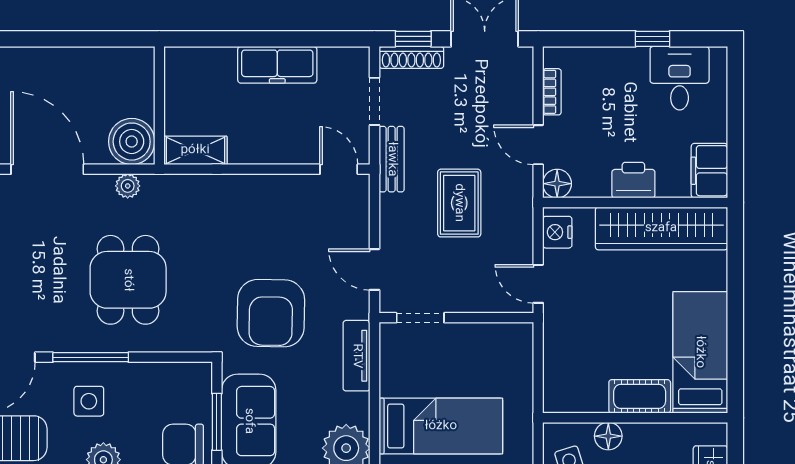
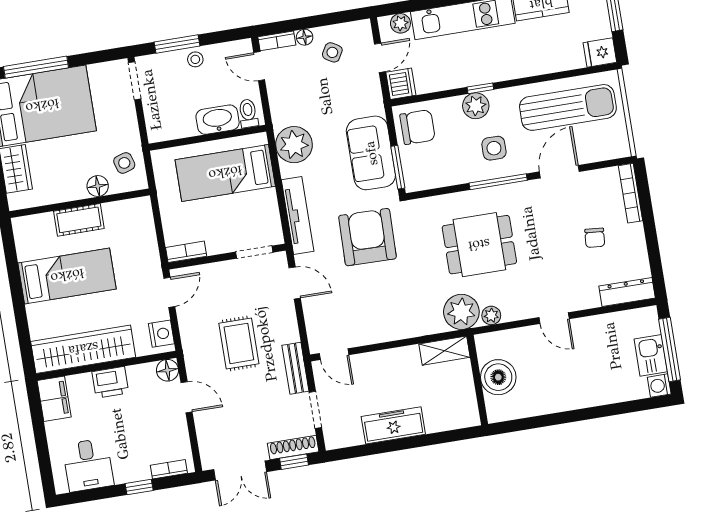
window: (653, 39) -> (139, 487), moved
bookcase: (552, 92) -> (169, 469), moved, turned 90
boiler: (132, 142) -> (498, 377), moved
door: (47, 169) -> (554, 318), width x0.53
plant: (165, 197) -> (461, 312), added
dining table: (128, 280) -> (479, 245), turned 90
door: (538, 284) -> (169, 292), hinge flipped
bookcase: (508, 332) -> (186, 252), added
bed: (700, 352) -> (67, 276), moved, turned -90
tv unit: (357, 356) -> (298, 216), width x1.41
window: (217, 422) -> (398, 167), moved

